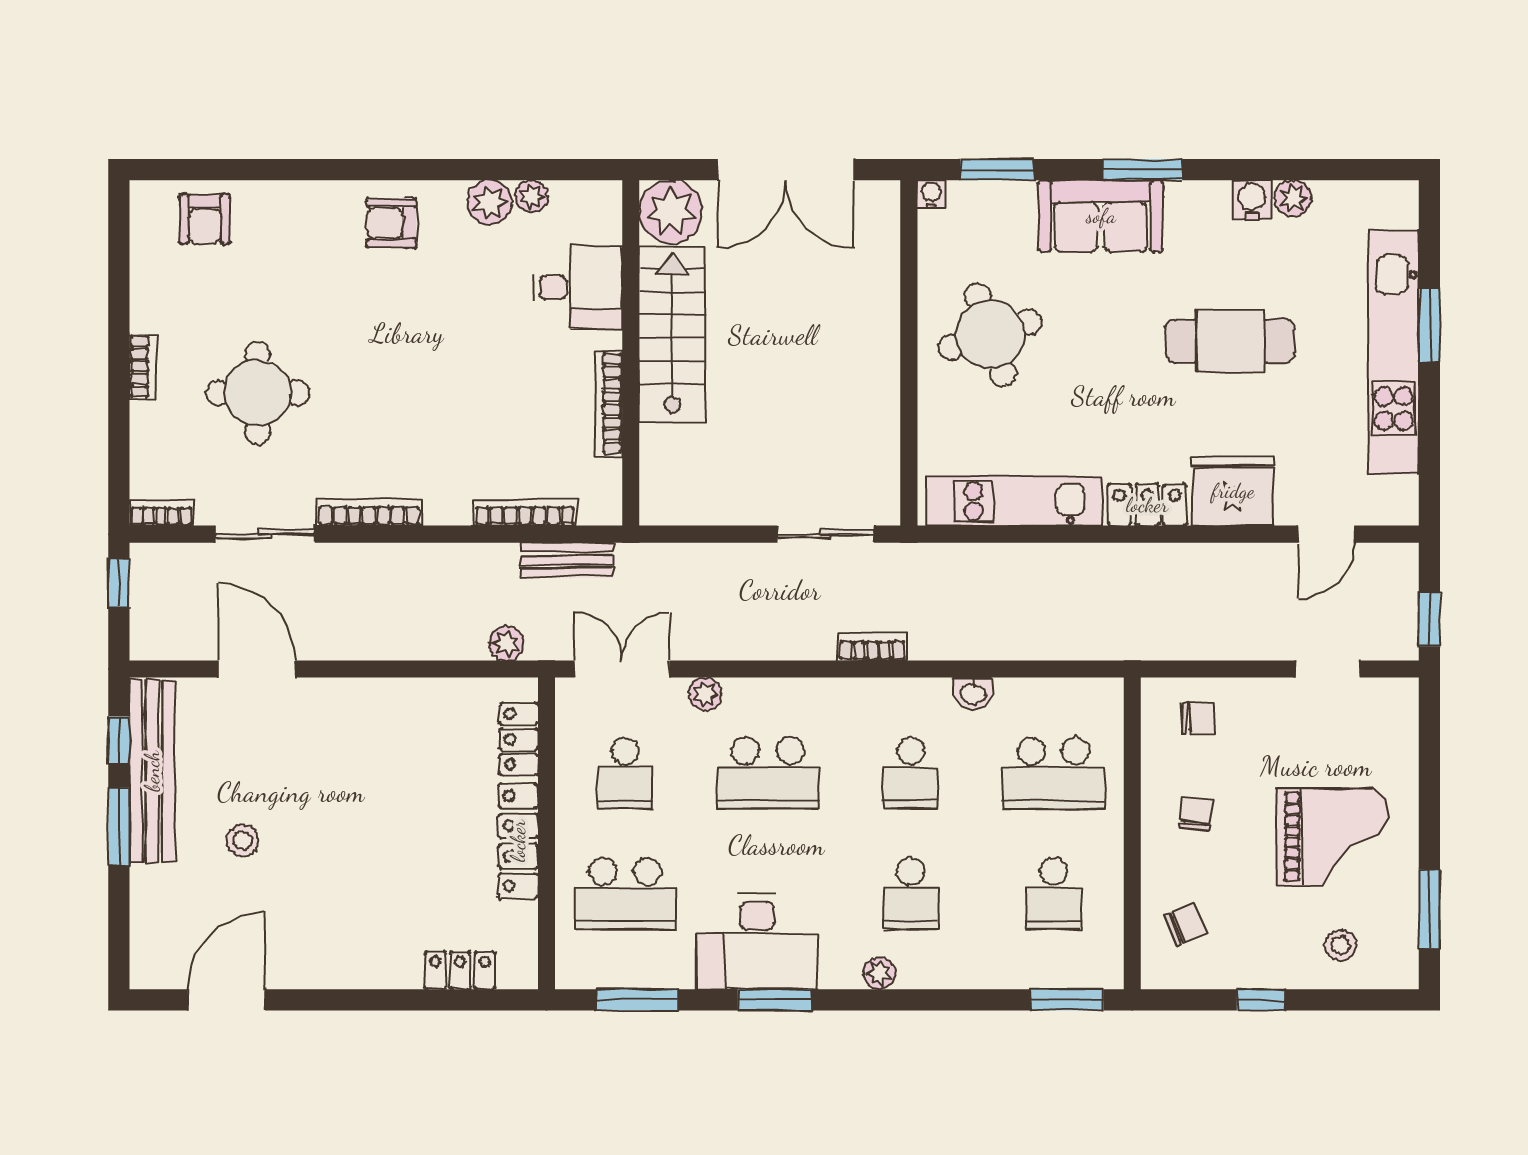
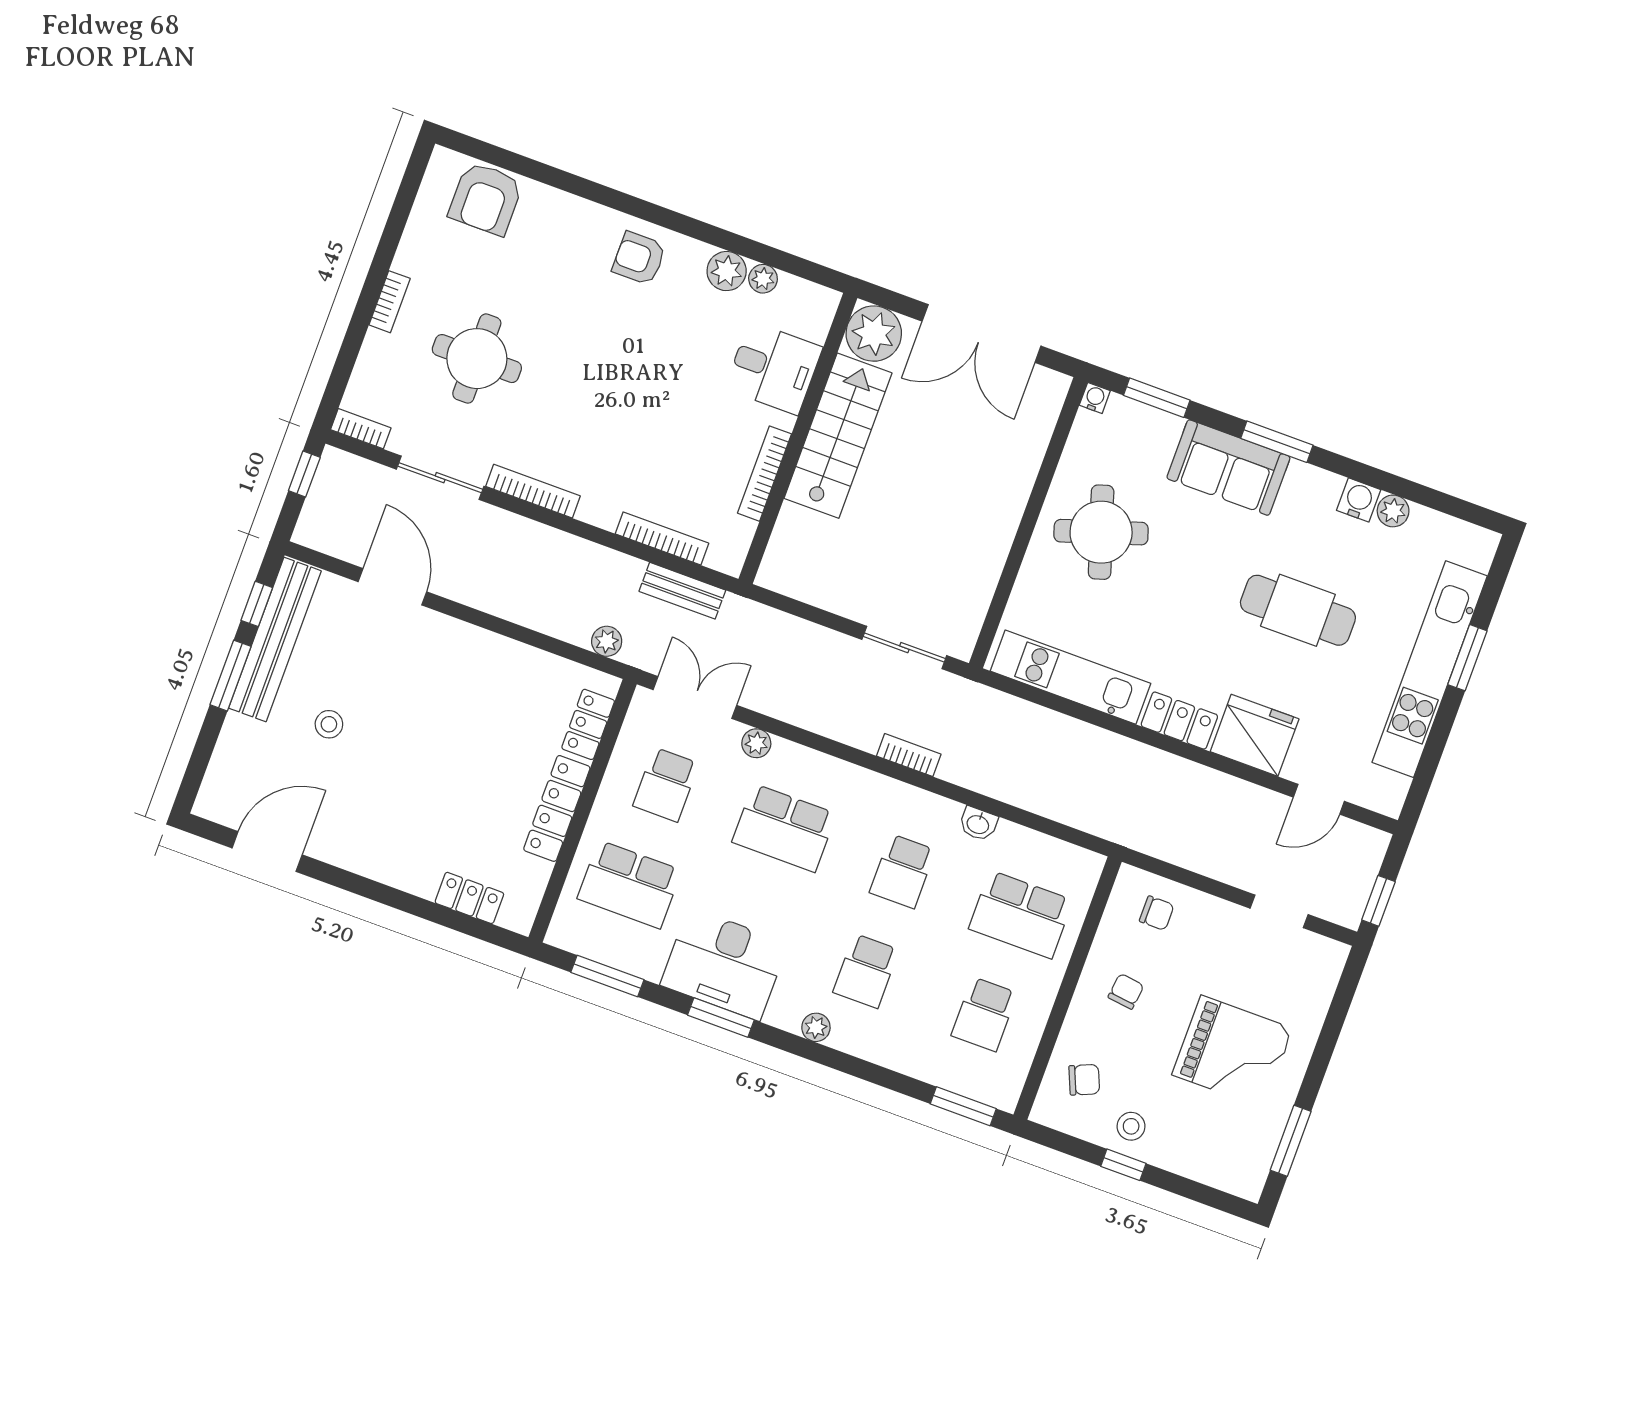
armchair: (205, 219) -> (486, 199), width x1.38, depth x1.38
stool: (1341, 945) -> (1131, 1126), moved

